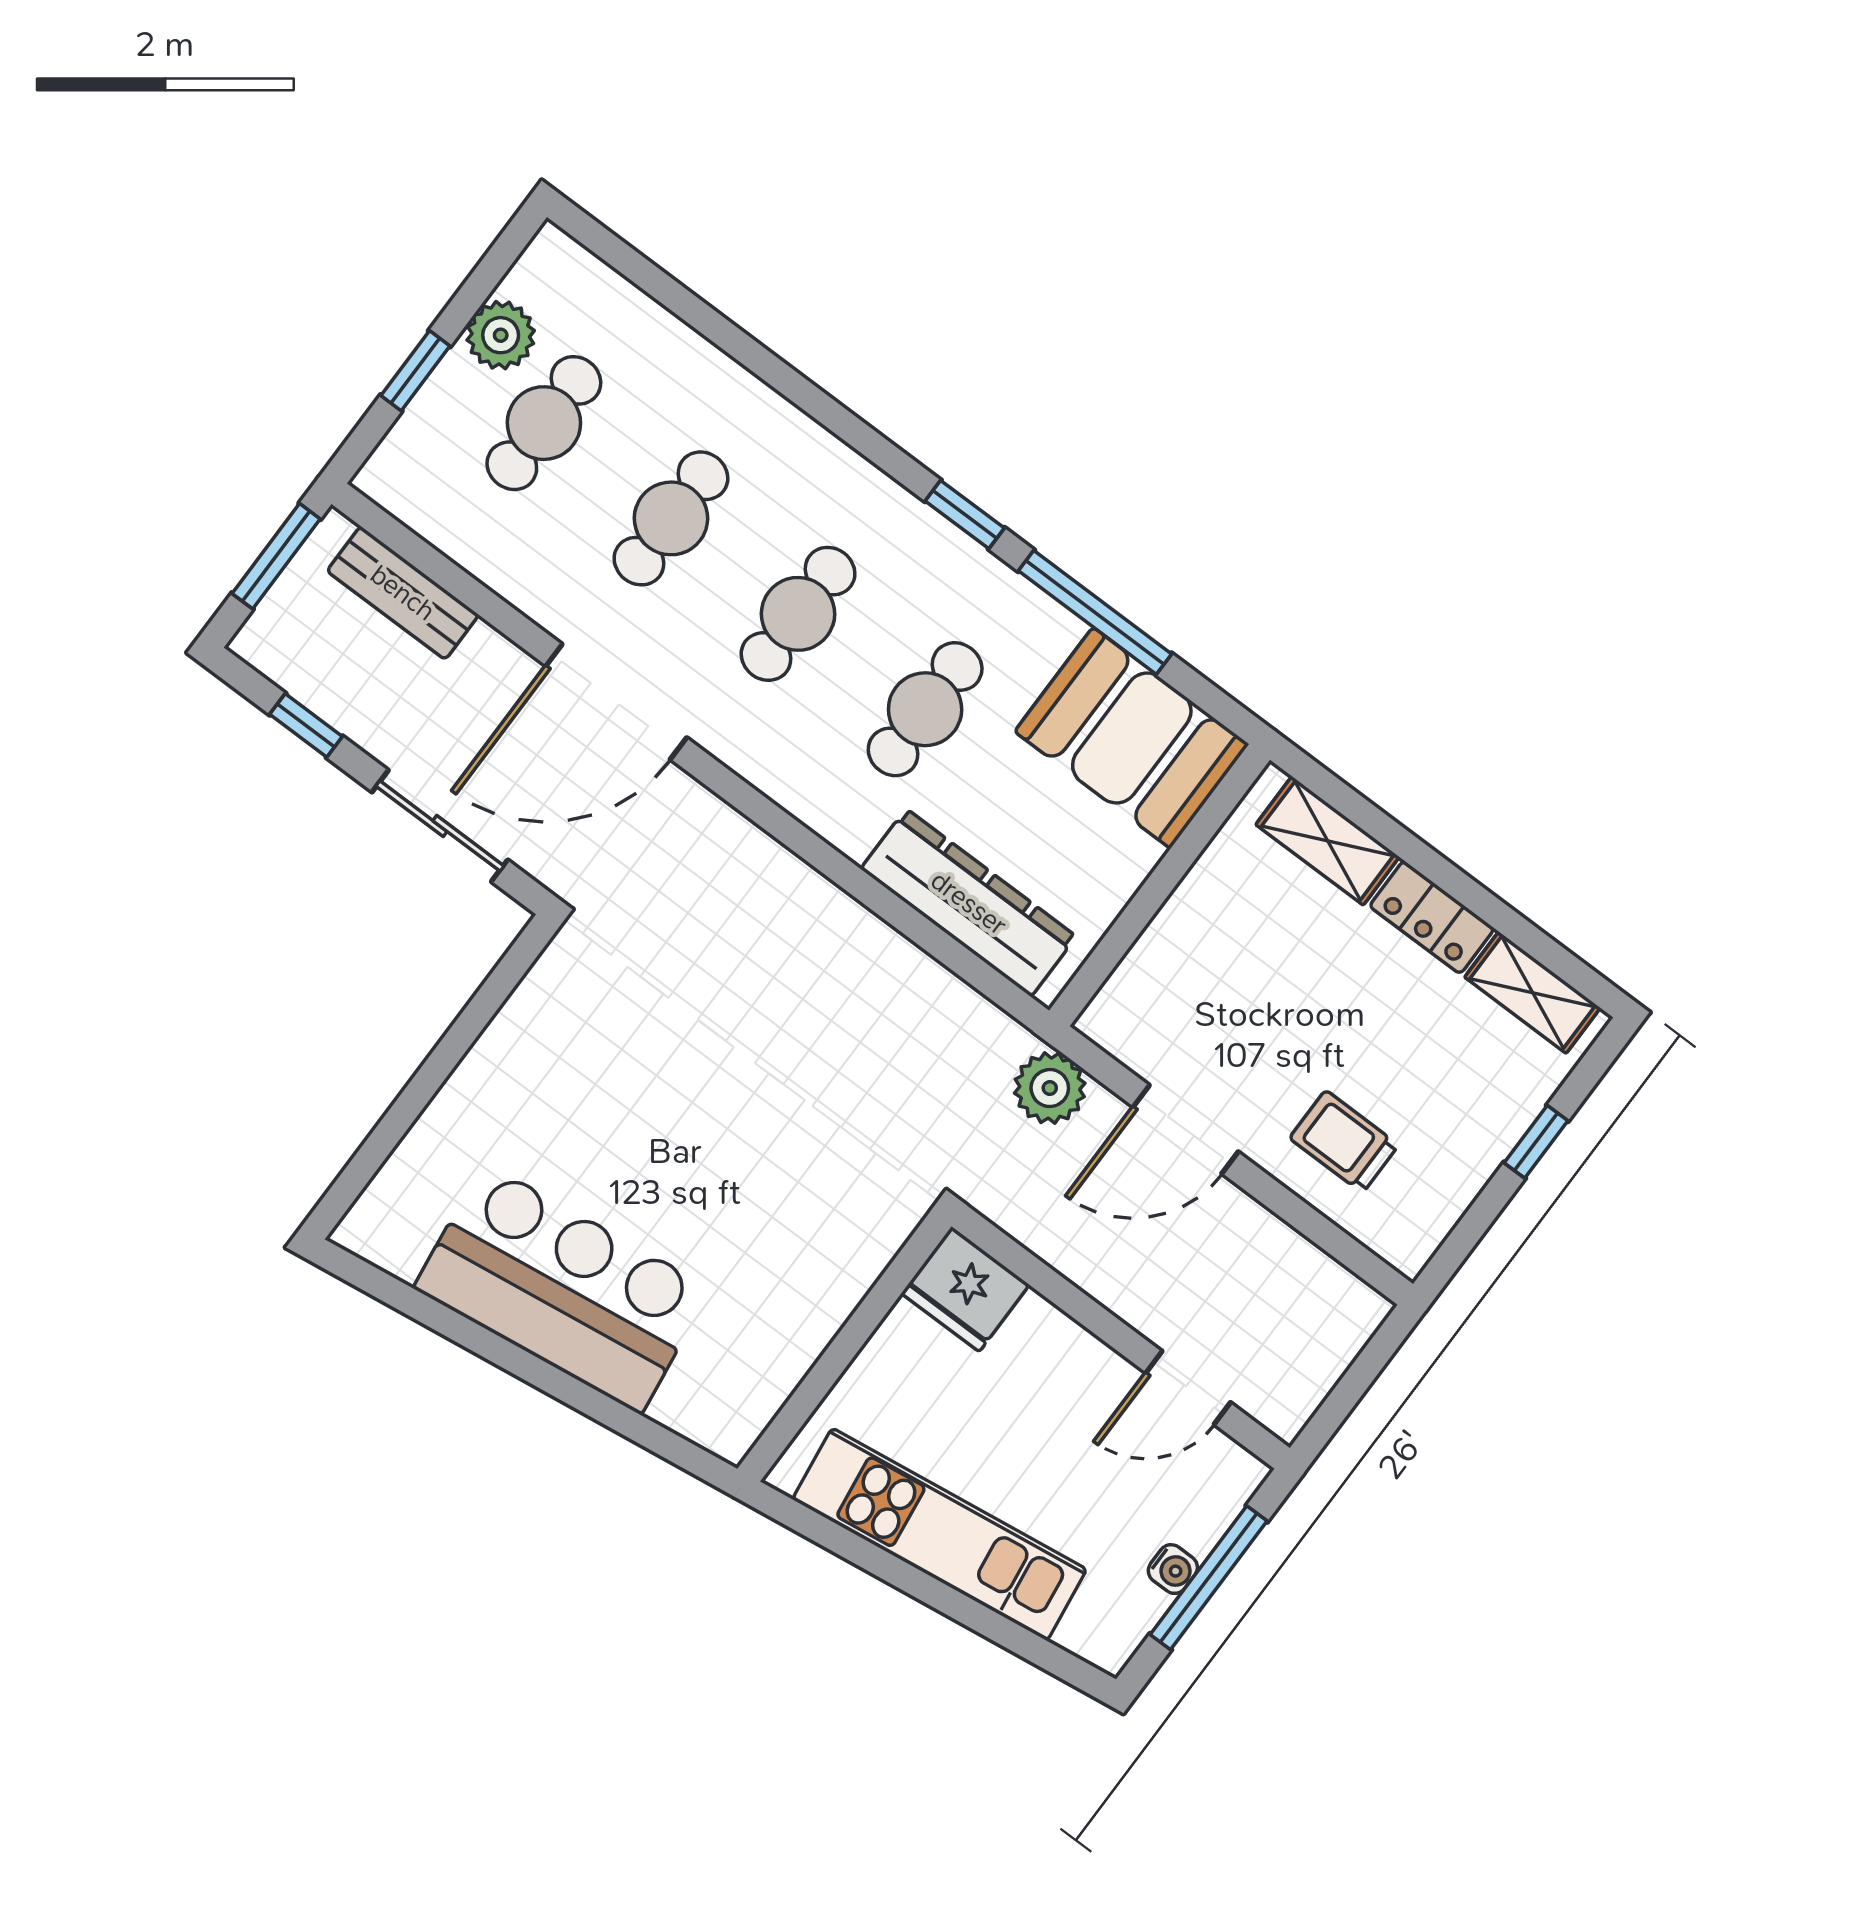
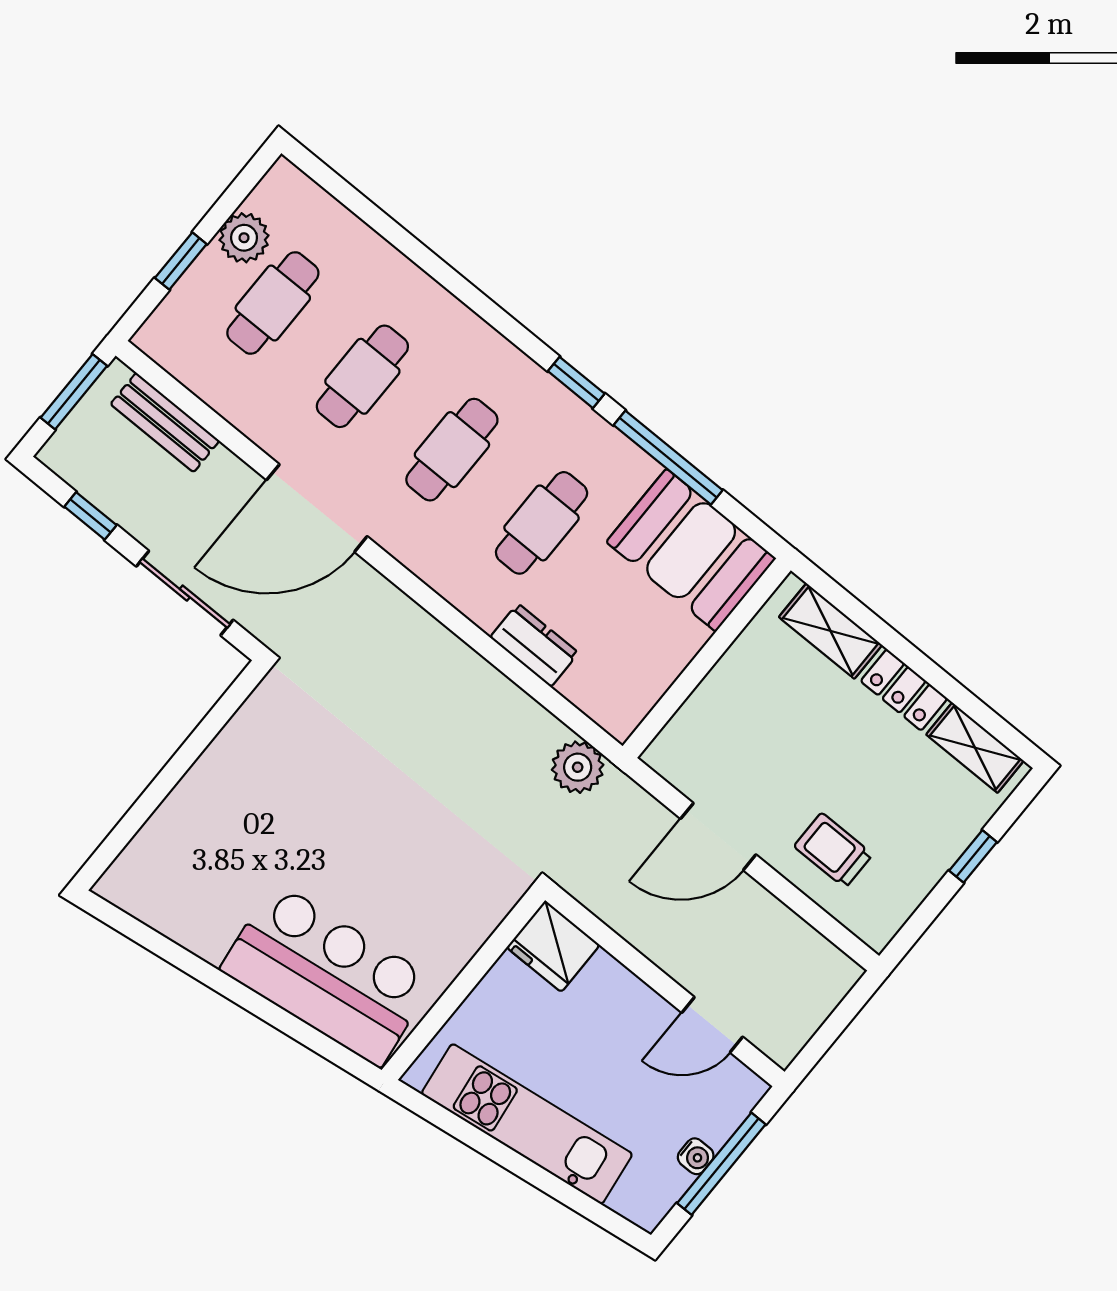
dresser: (969, 903) -> (534, 645), width x0.51, depth x0.80
plant: (1050, 1088) -> (578, 767), moved
bar counter: (562, 1288) -> (327, 975), moved

